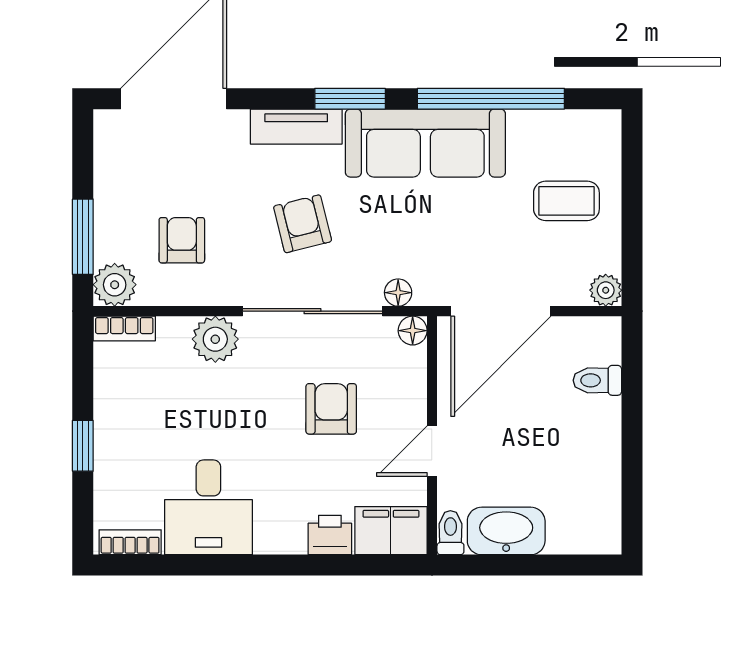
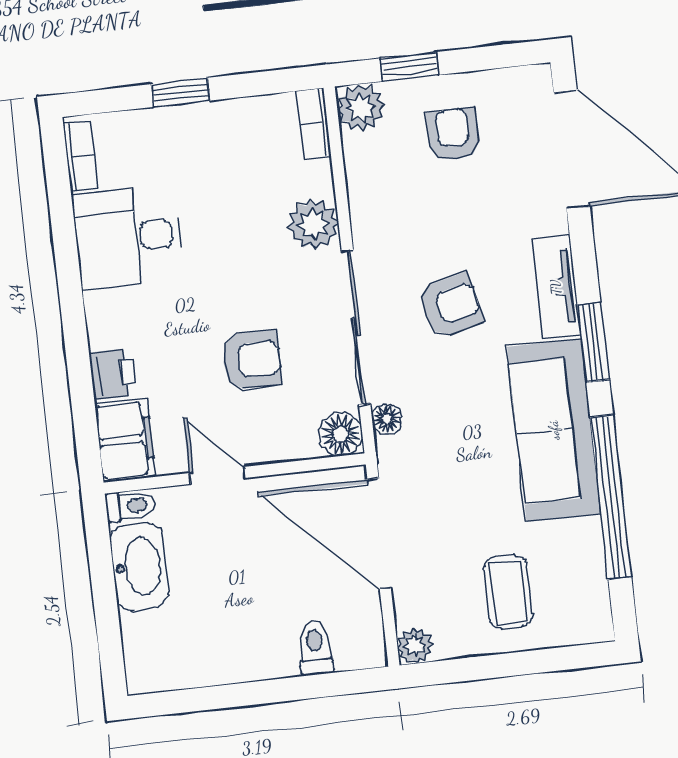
window: (83, 237) -> (409, 67), width x0.67
armchair: (182, 240) -> (453, 134), moved, turned -90
floor lamp: (413, 331) -> (341, 434), width x1.37, depth x1.37

